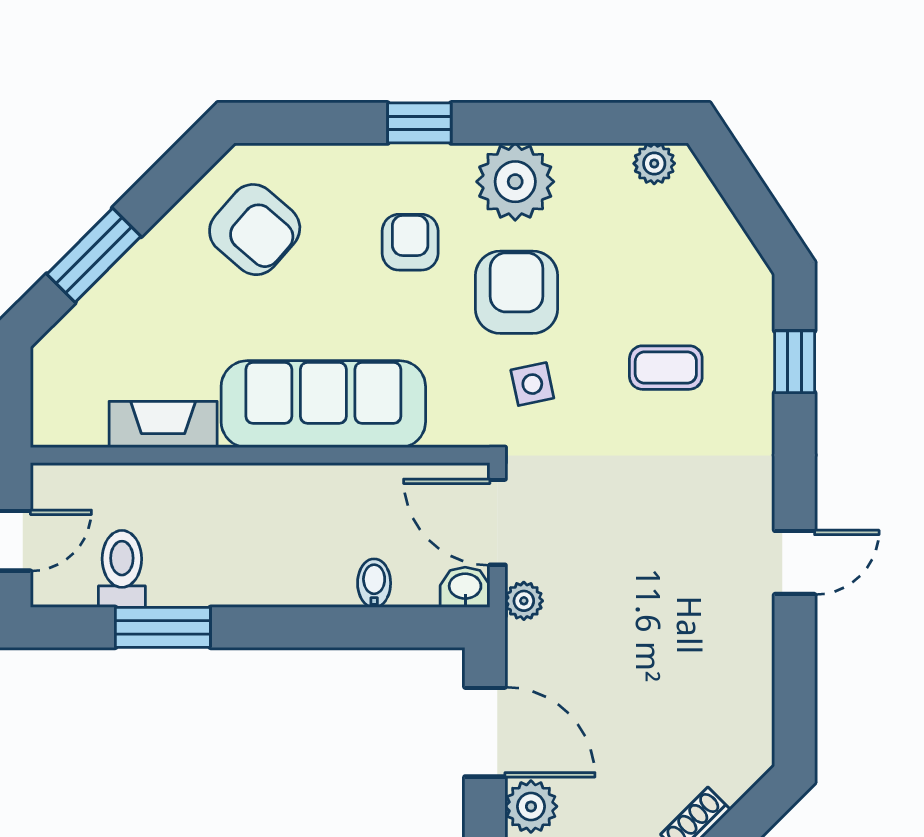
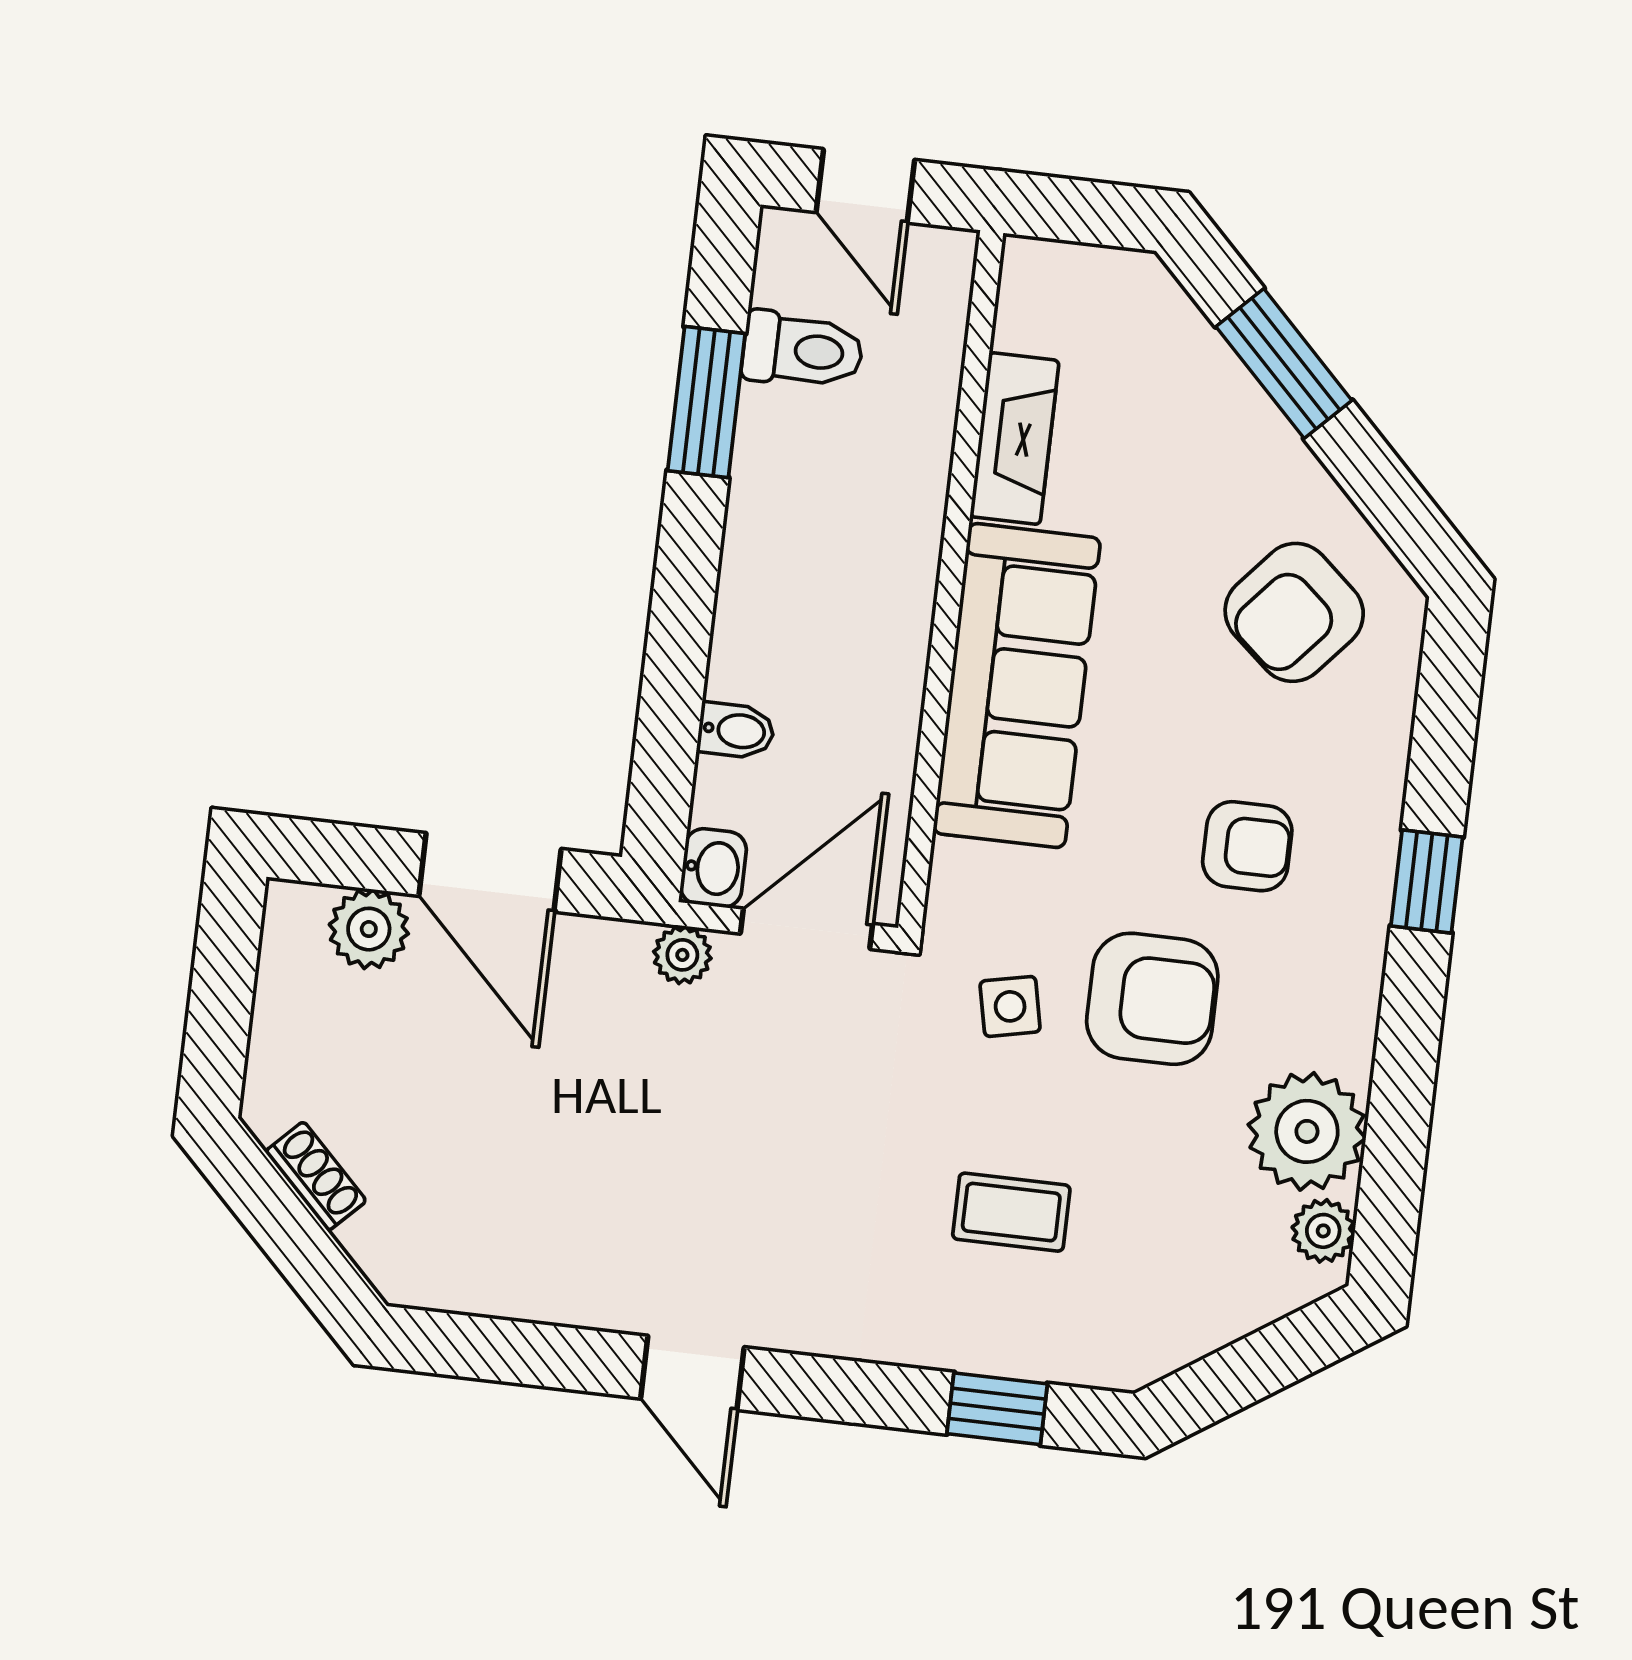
plant: (515, 182) -> (1307, 1131), moved
coffee table: (666, 368) -> (1011, 1212), turned 90
door: (485, 732) -> (490, 872), hinge flipped

